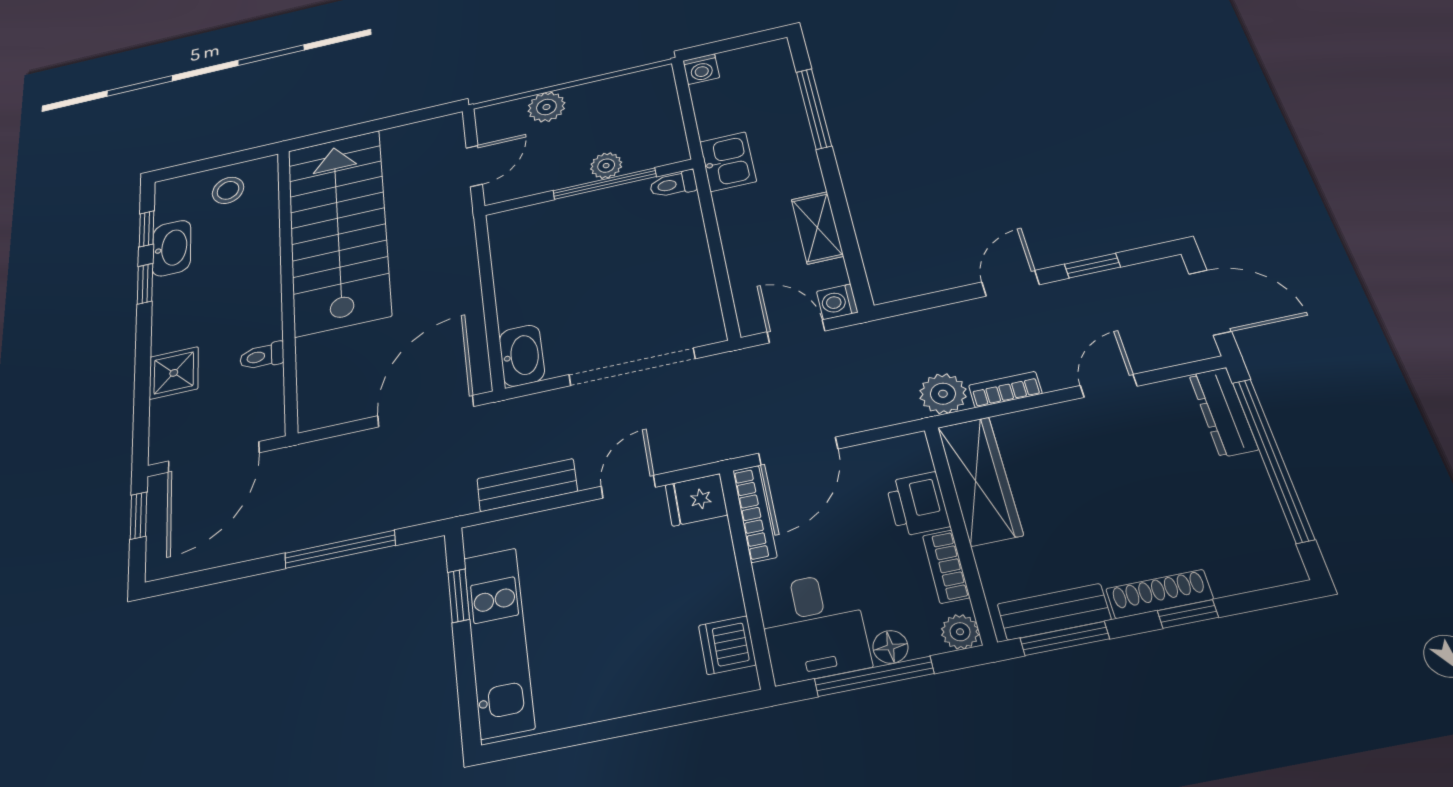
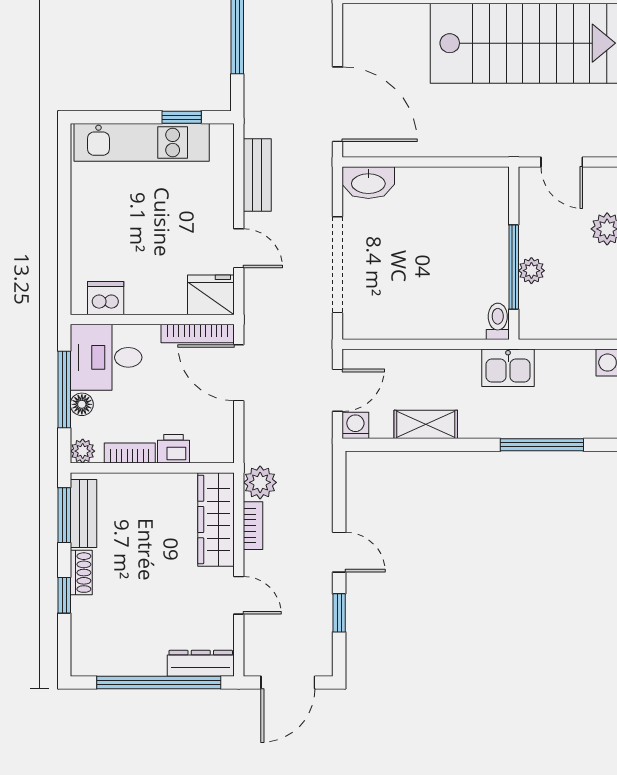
wardrobe: (980, 481) -> (216, 520), moved, turned 90
fridge: (696, 500) -> (211, 295), width x1.38
printer: (918, 504) -> (174, 449), width x0.73, depth x0.81
shoe rack: (1159, 594) -> (81, 573), width x0.70

